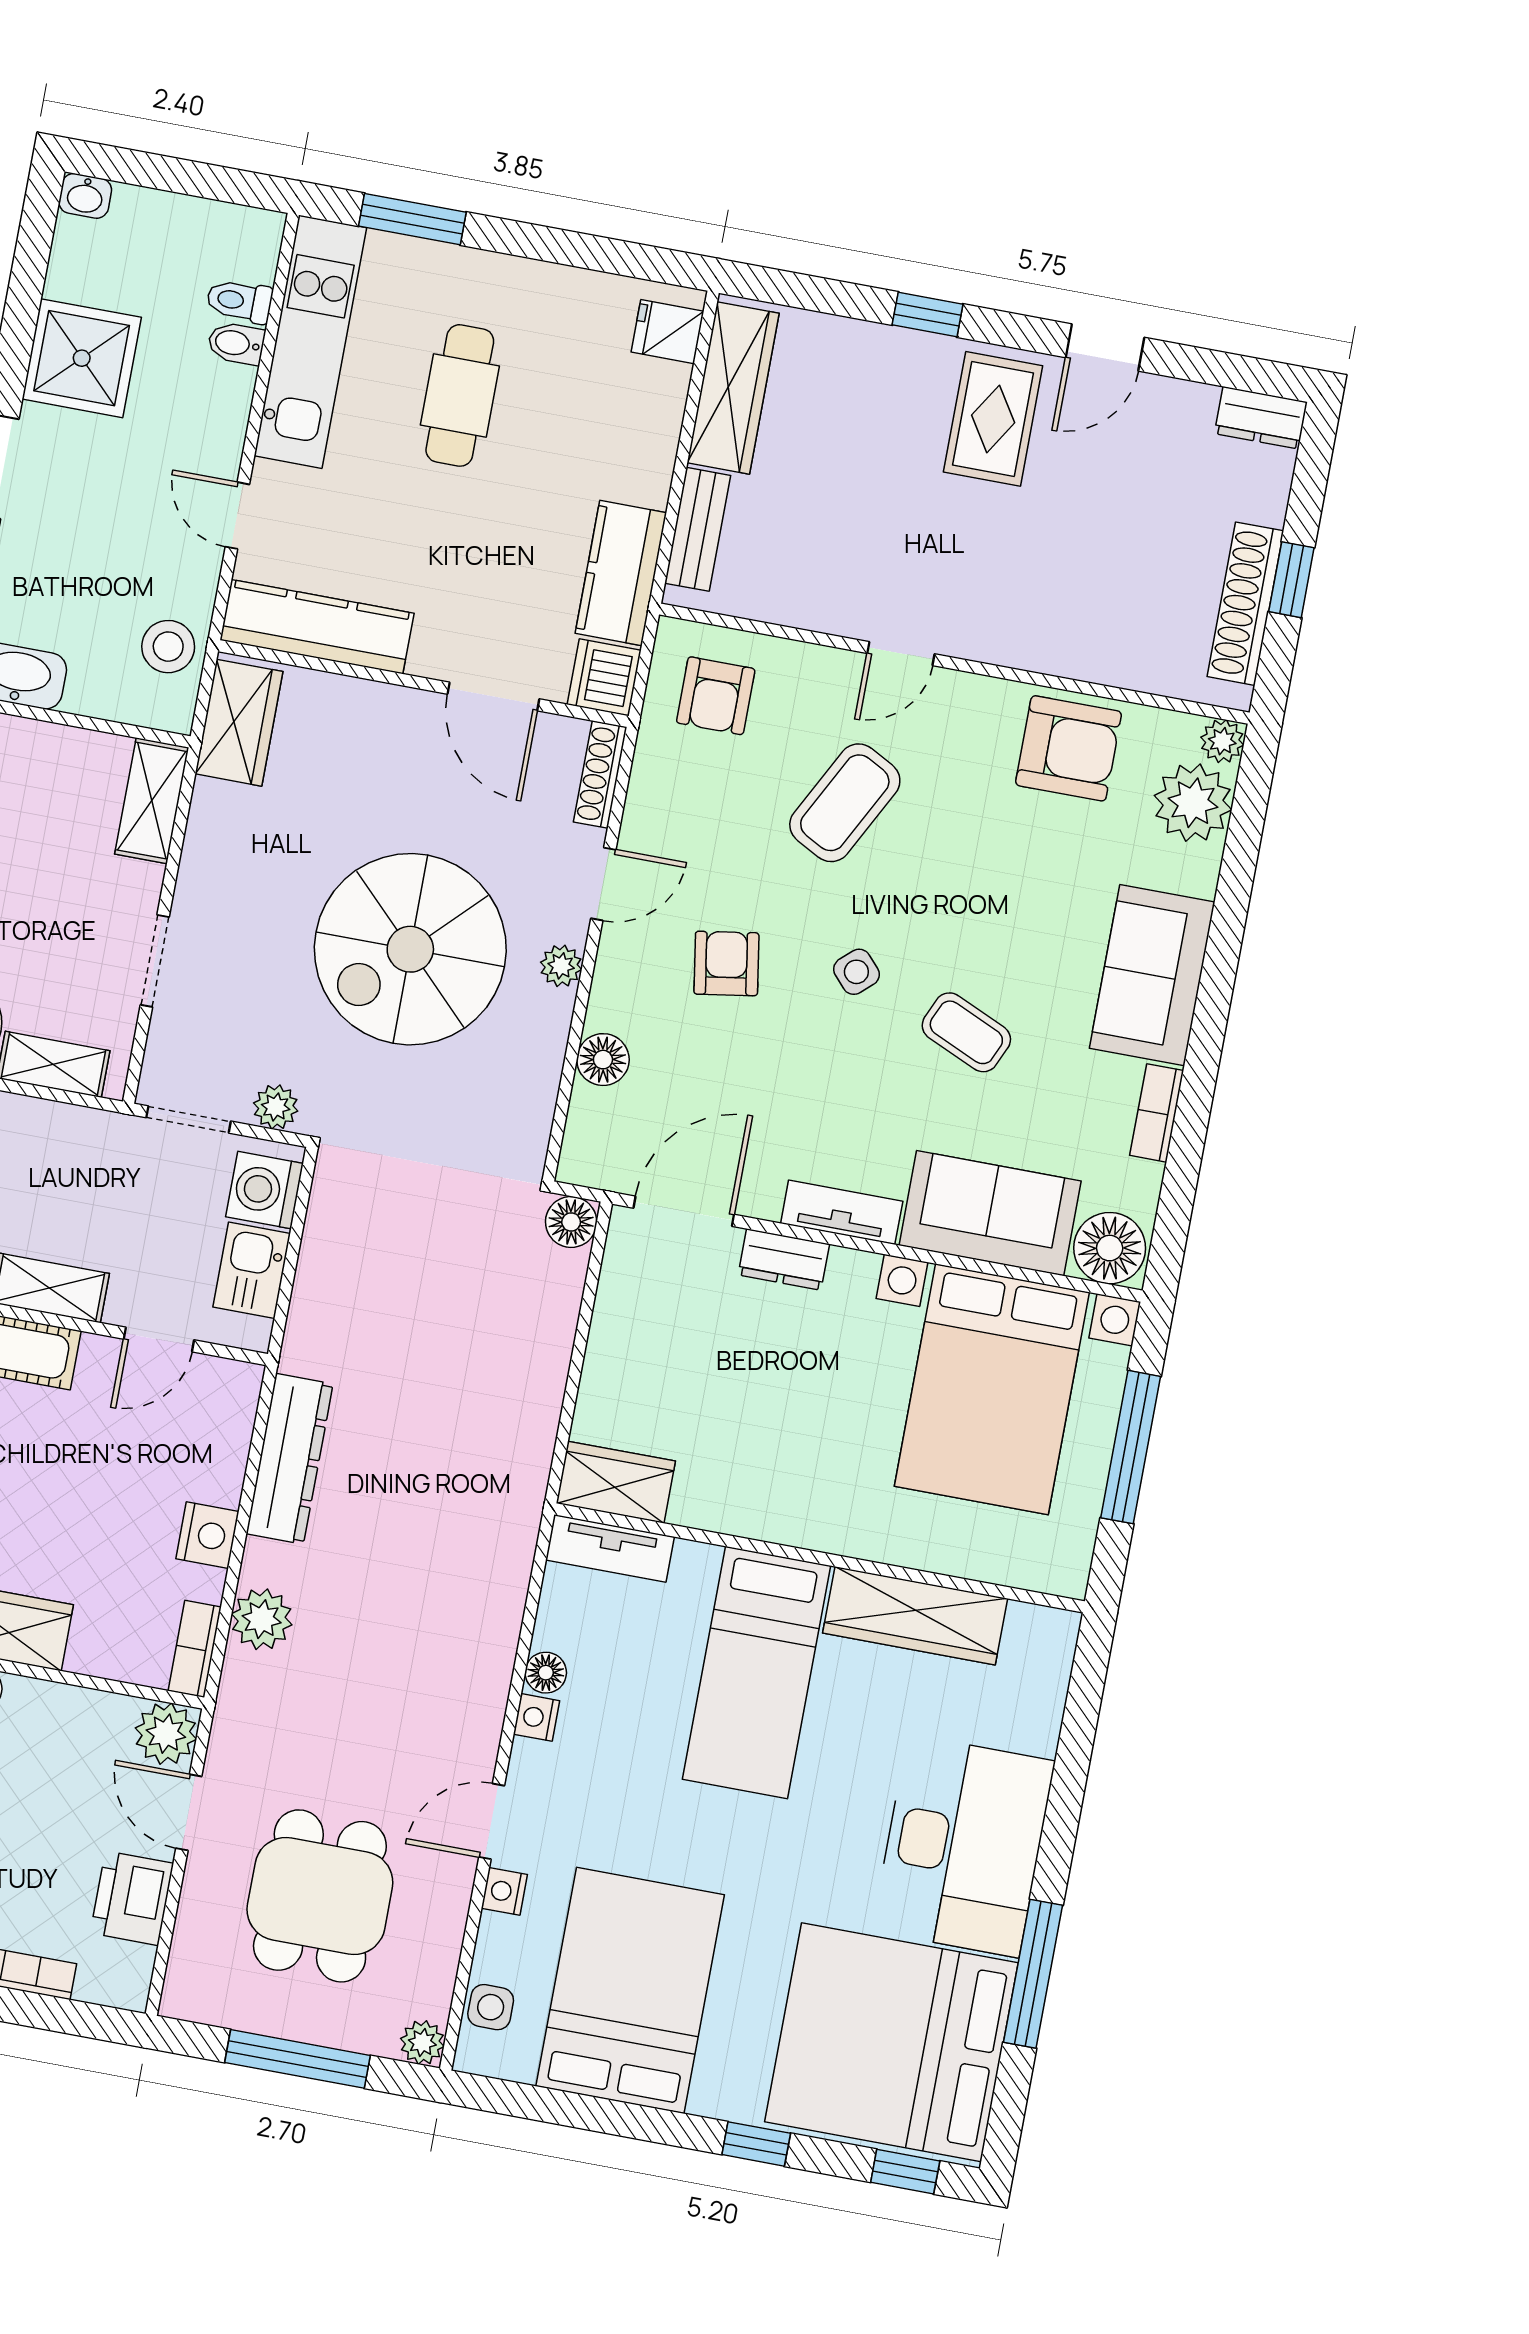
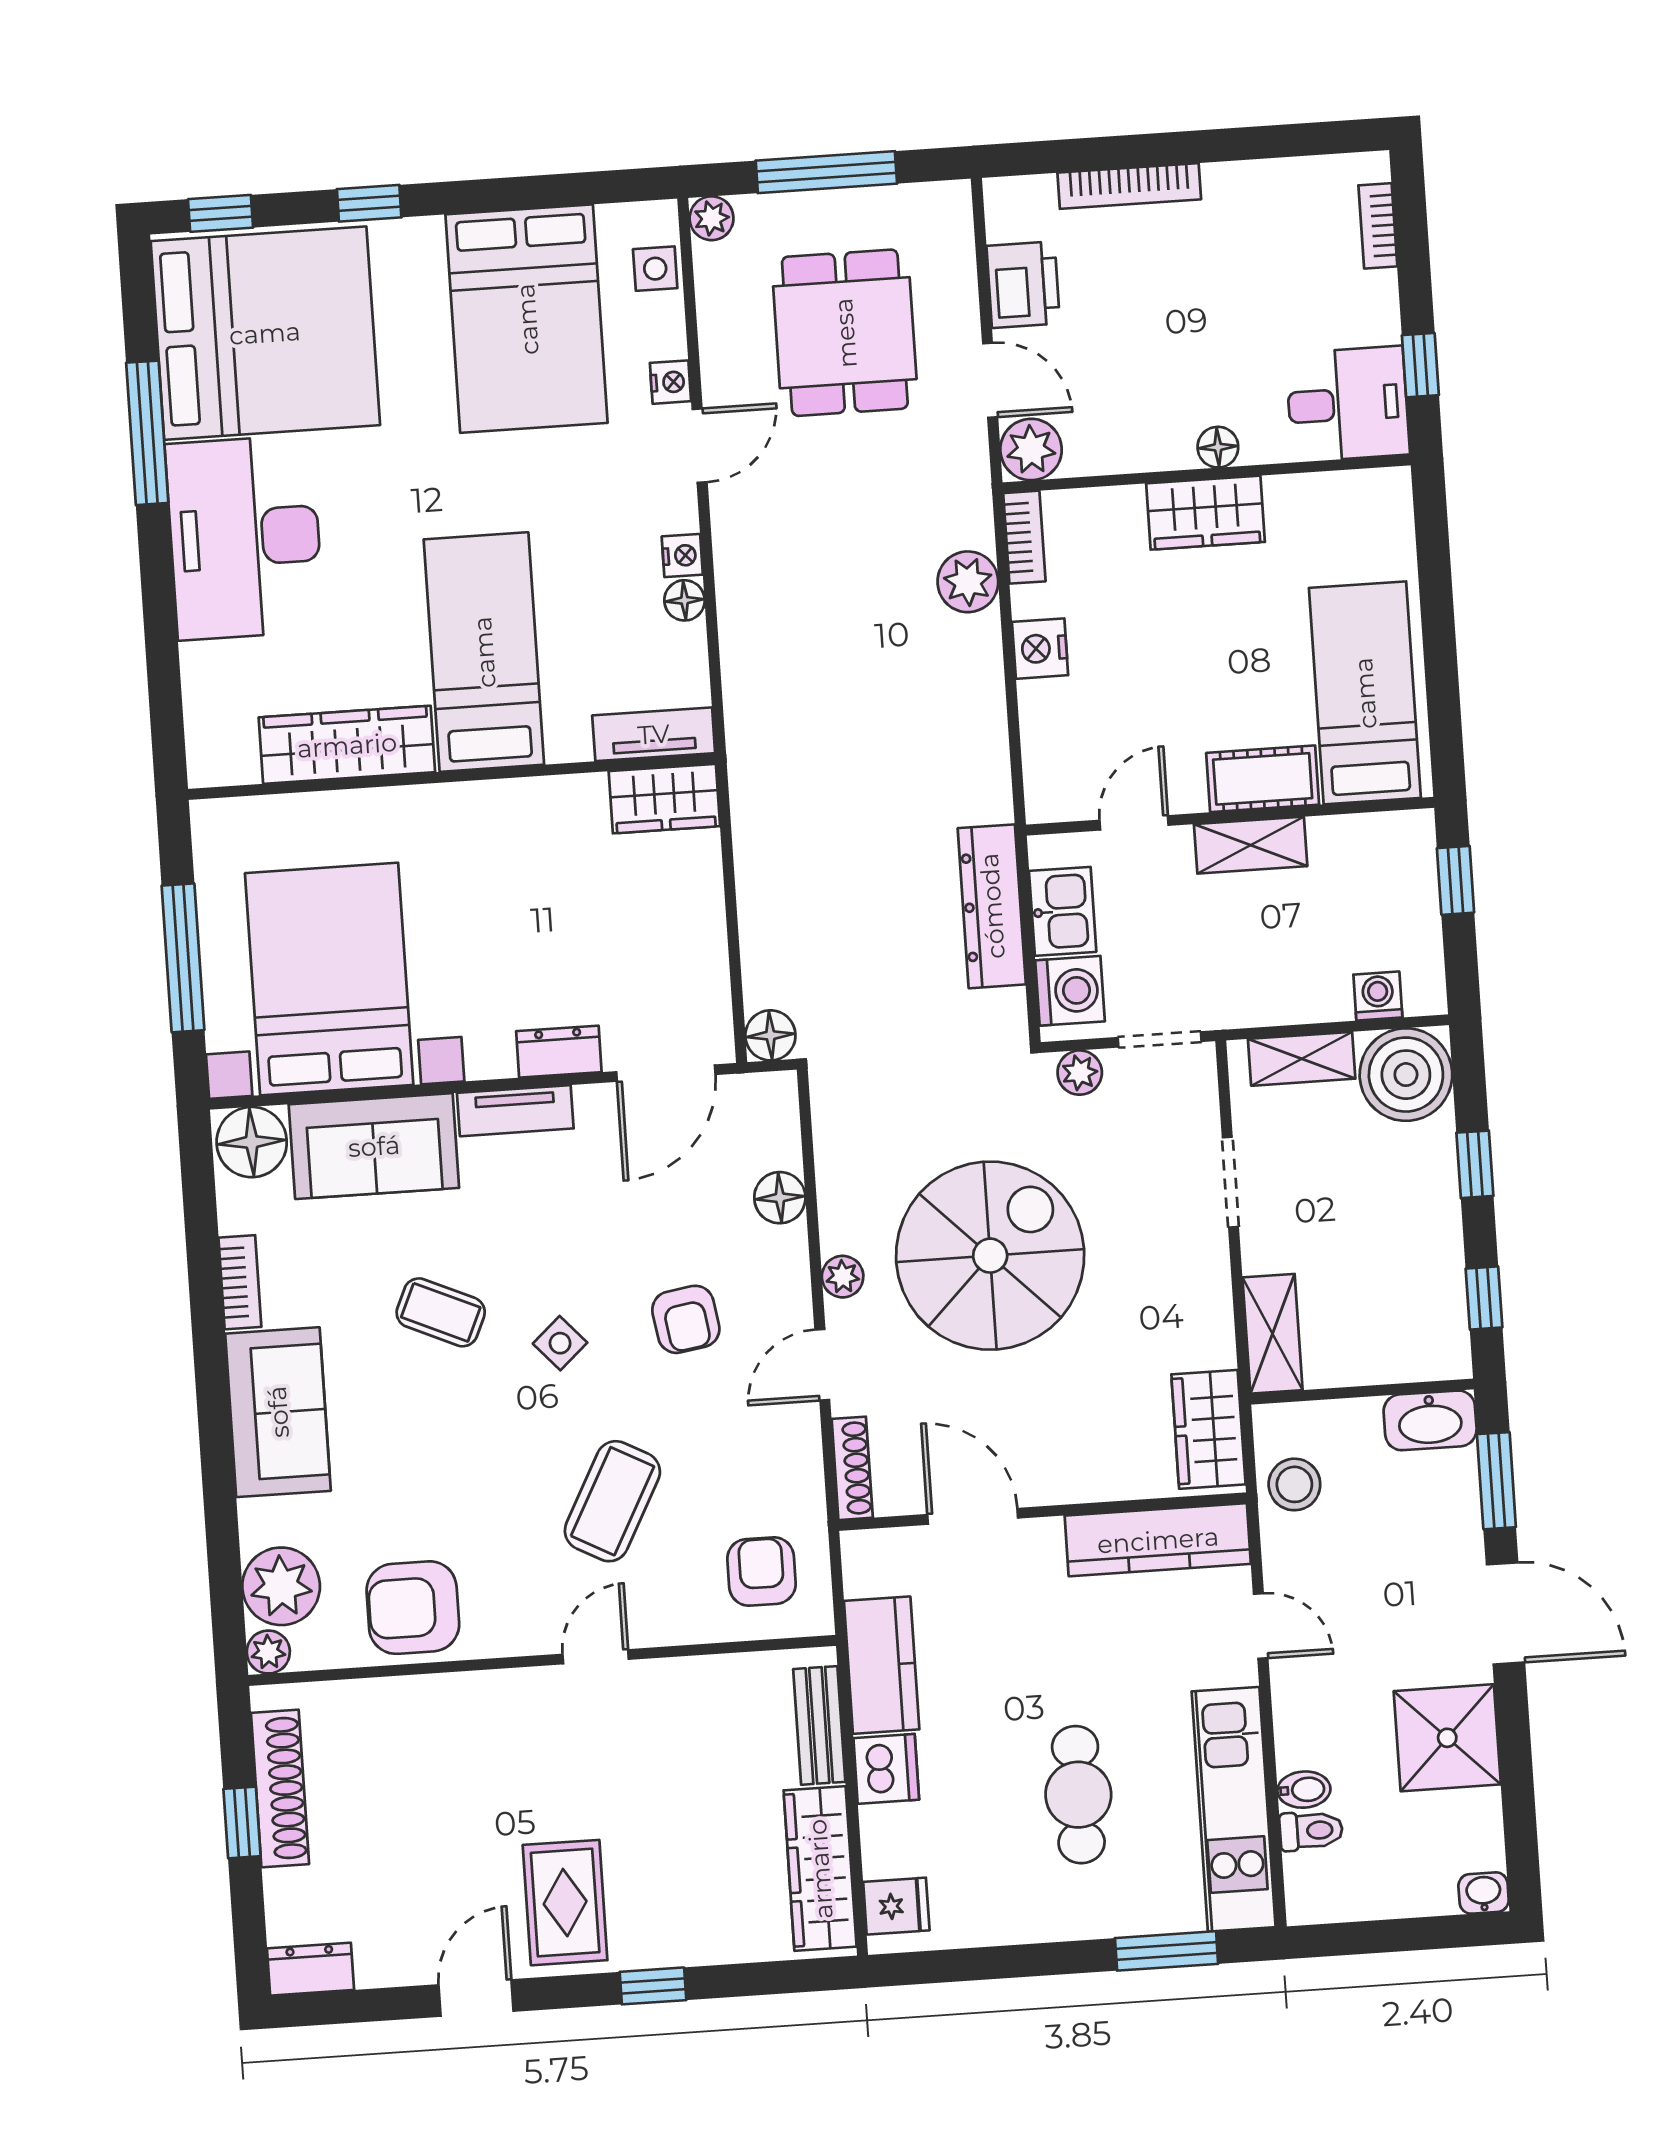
dishwasher: (604, 677) -> (886, 1769), moved
dresser: (290, 1459) -> (992, 906), moved

